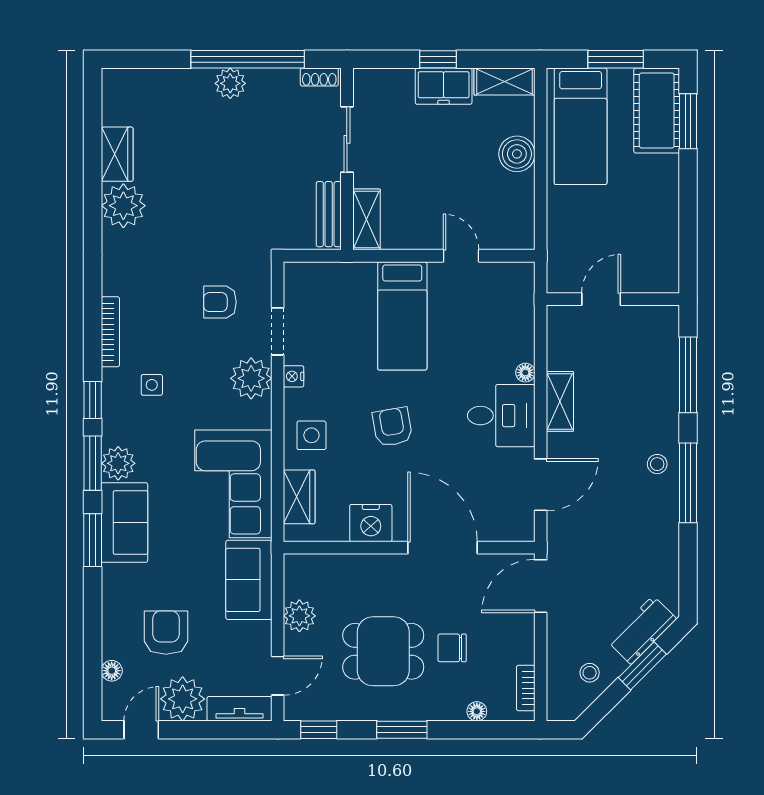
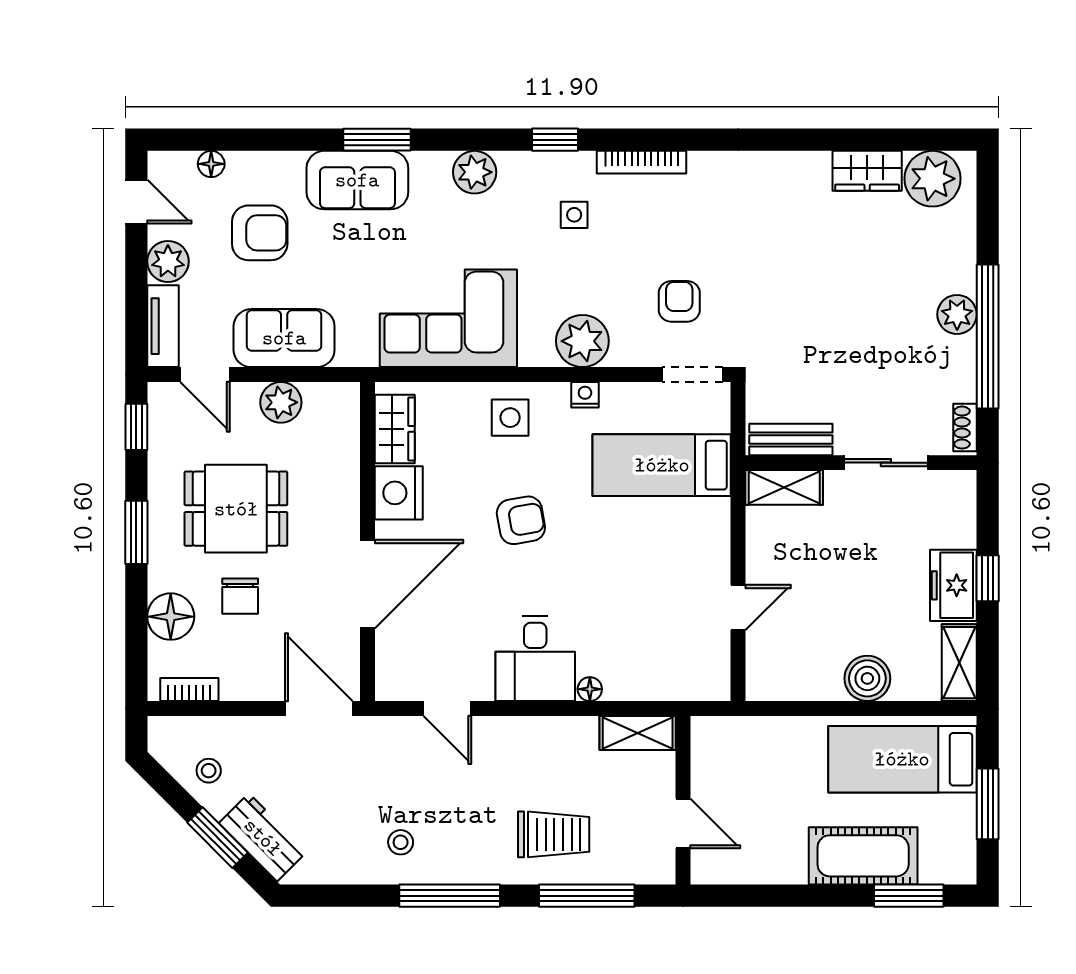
cot: (657, 111) -> (863, 856), moved
plant: (123, 206) -> (933, 179), moved
door: (601, 299) -> (683, 824), moved
bed: (402, 316) -> (662, 465), moved
doorway: (278, 331) -> (693, 375), moved
shelving: (560, 401) -> (638, 733), moved
trolley: (640, 401) -> (554, 834), added
window: (93, 463) -> (475, 140), removed
stool: (657, 464) -> (401, 842), moved
door: (541, 485) -> (447, 709), width x0.73
wardrobe: (299, 497) -> (395, 429), moved, turned -90
sofa: (124, 523) -> (357, 180), moved
sofa: (249, 580) -> (284, 338), moved
chair: (452, 648) -> (240, 596), turned 180
dining table: (383, 651) -> (236, 509), turned 90
plant: (183, 699) -> (168, 261), width x0.73, depth x0.73
floor lamp: (477, 711) -> (171, 617), width x1.89, depth x1.89

